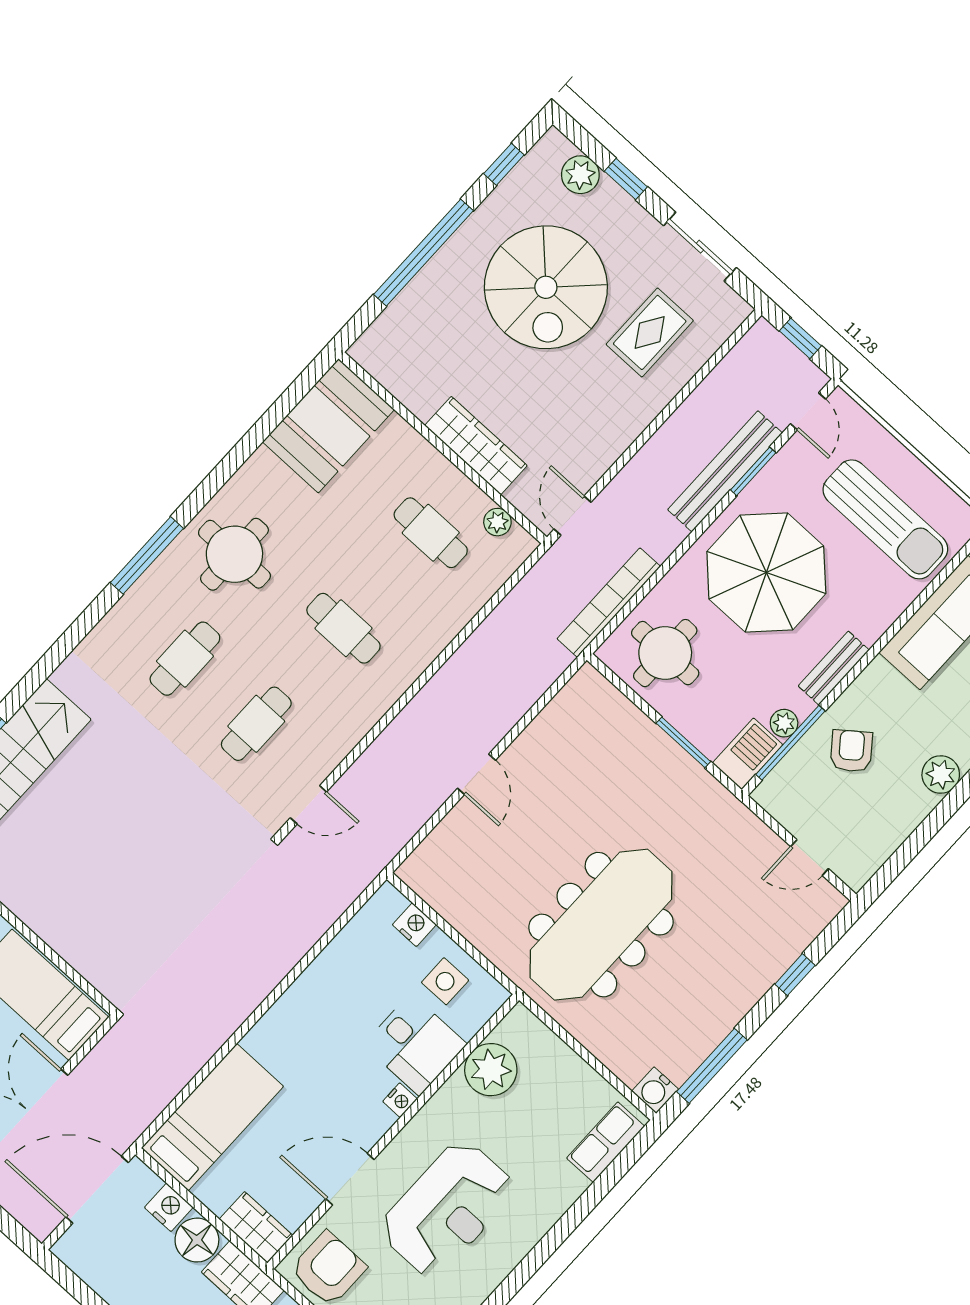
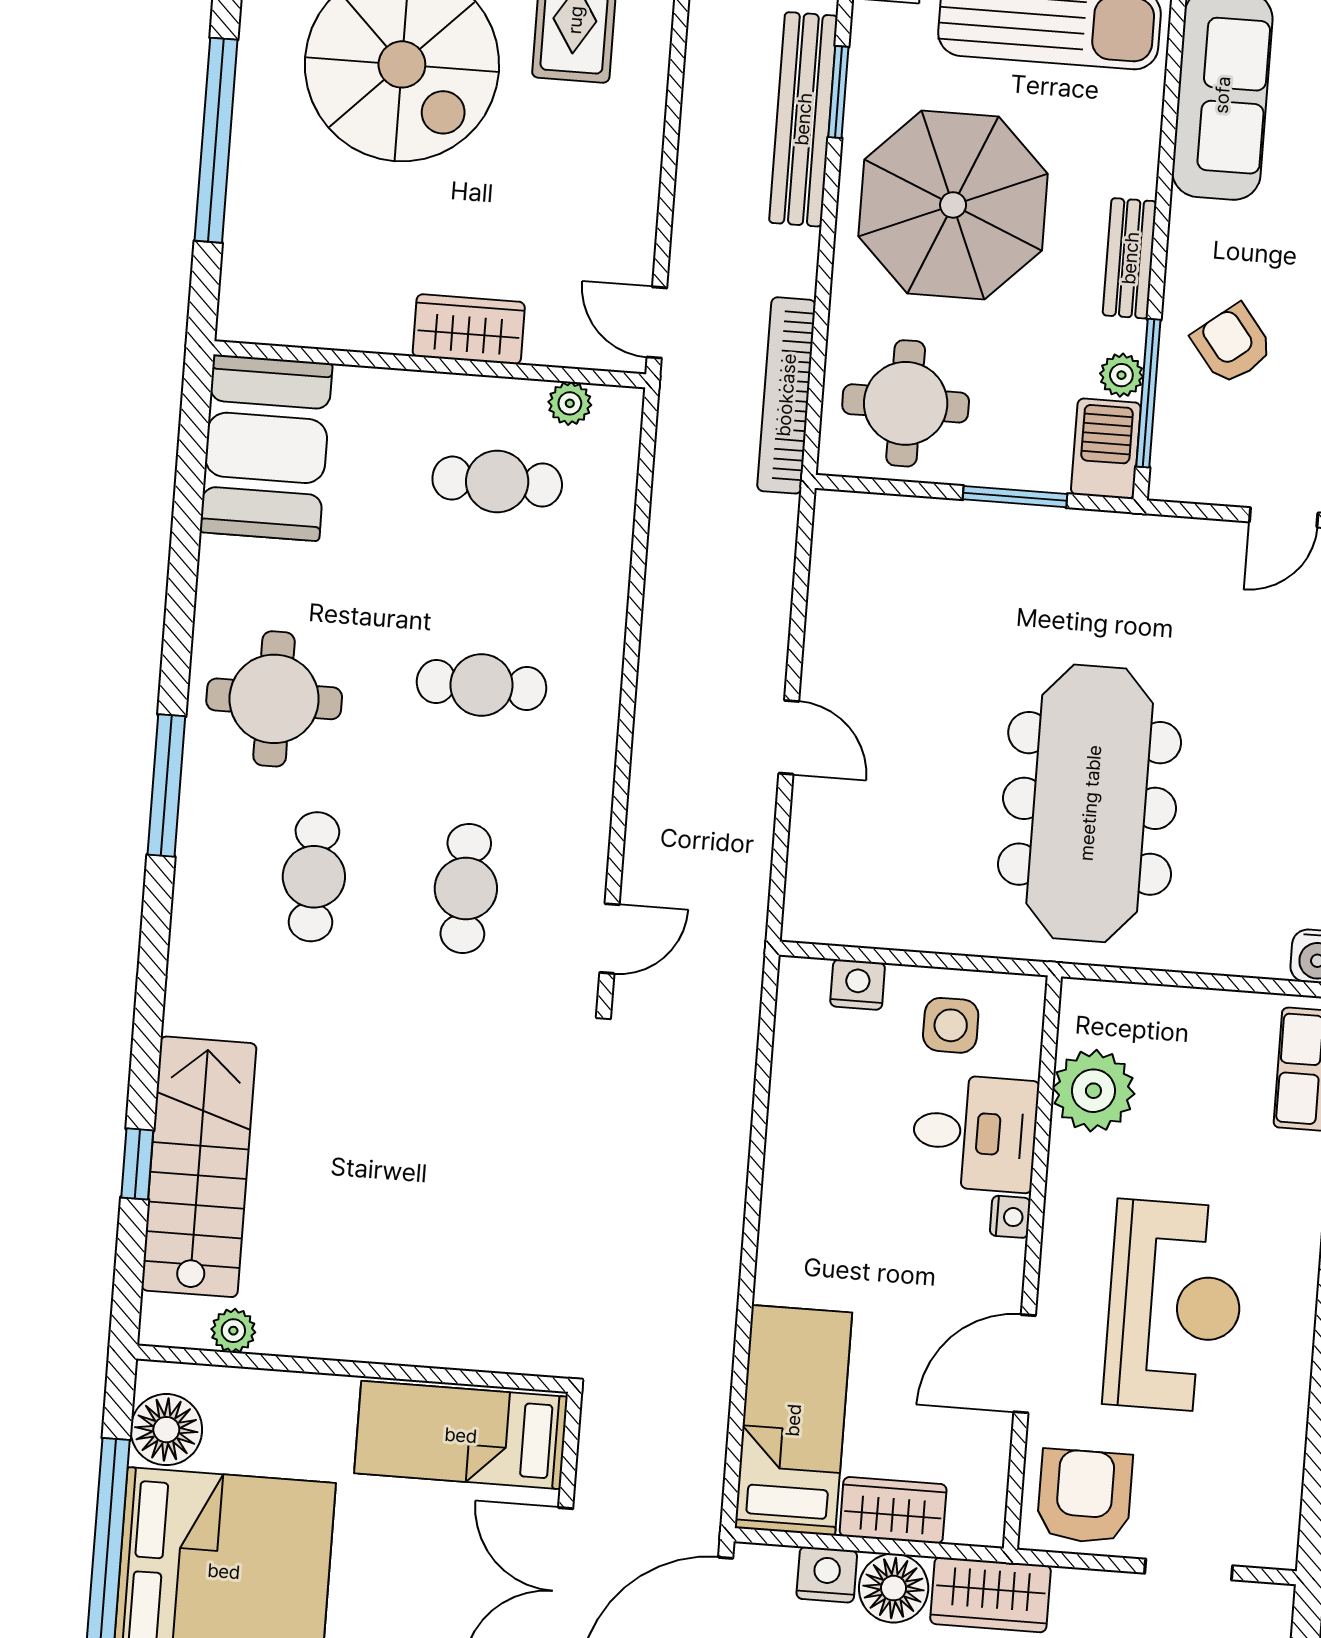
wardrobe: (476, 446) -> (469, 329), width x0.67
wardrobe: (256, 1227) -> (893, 1510), moved

